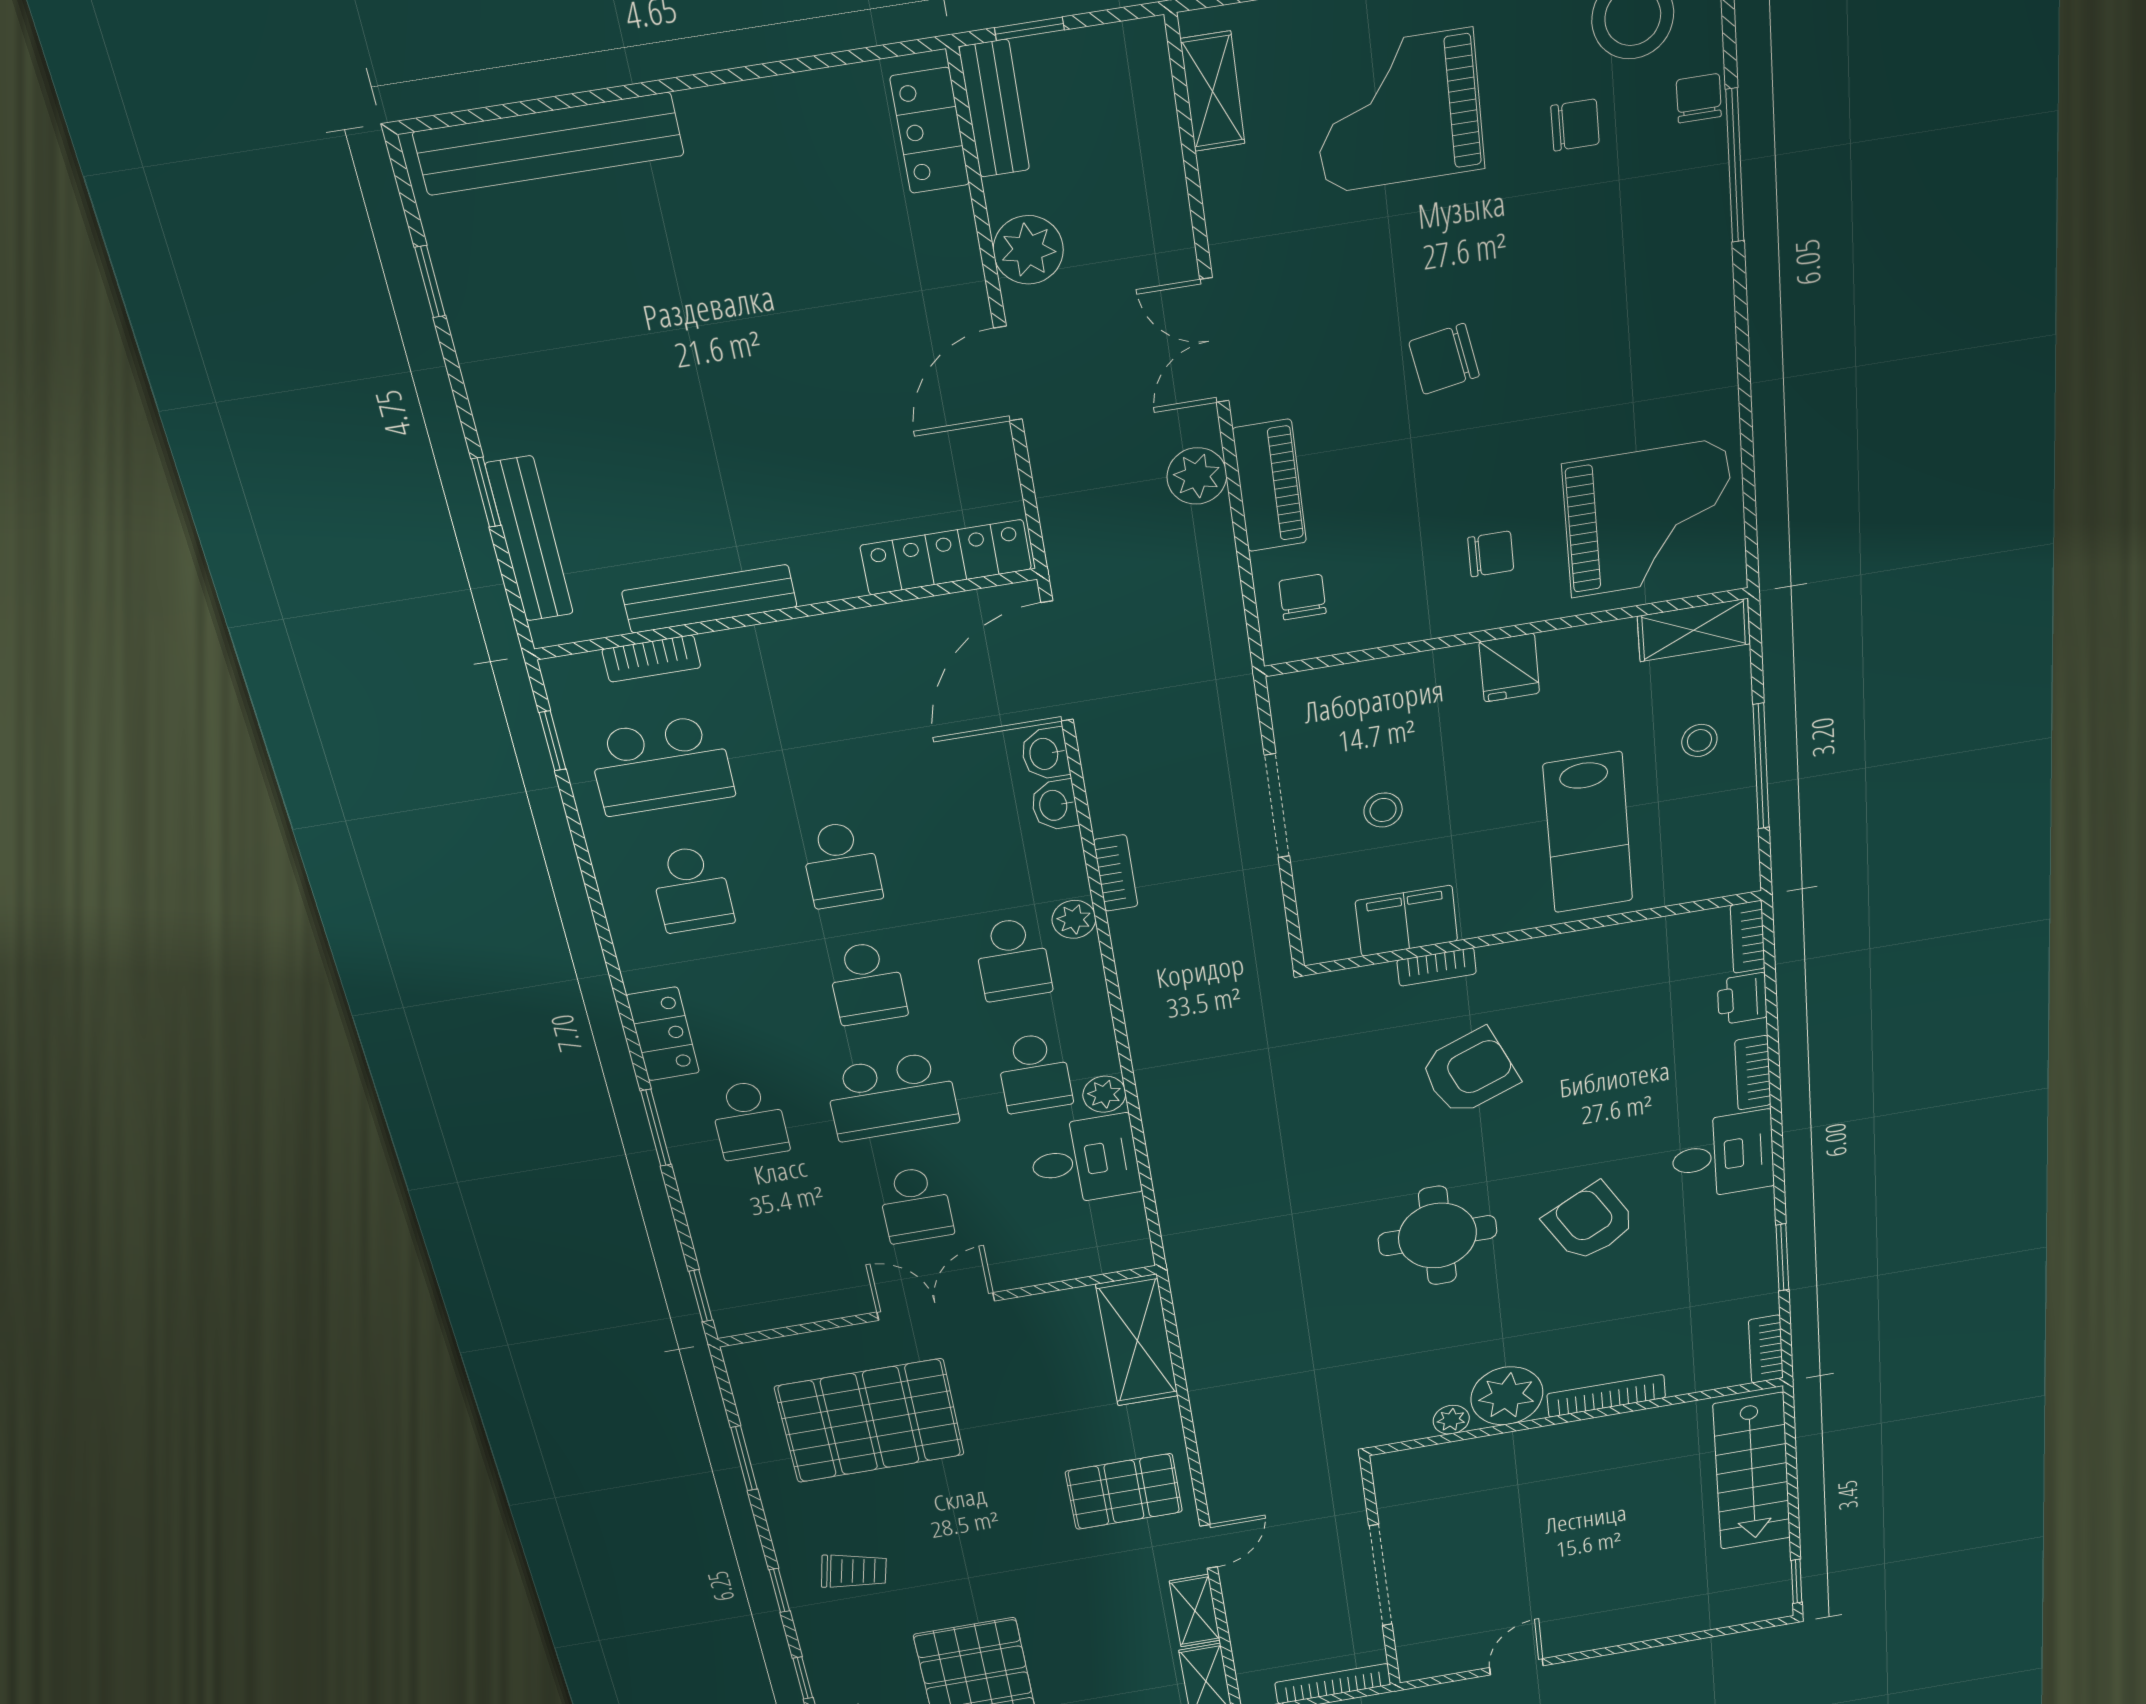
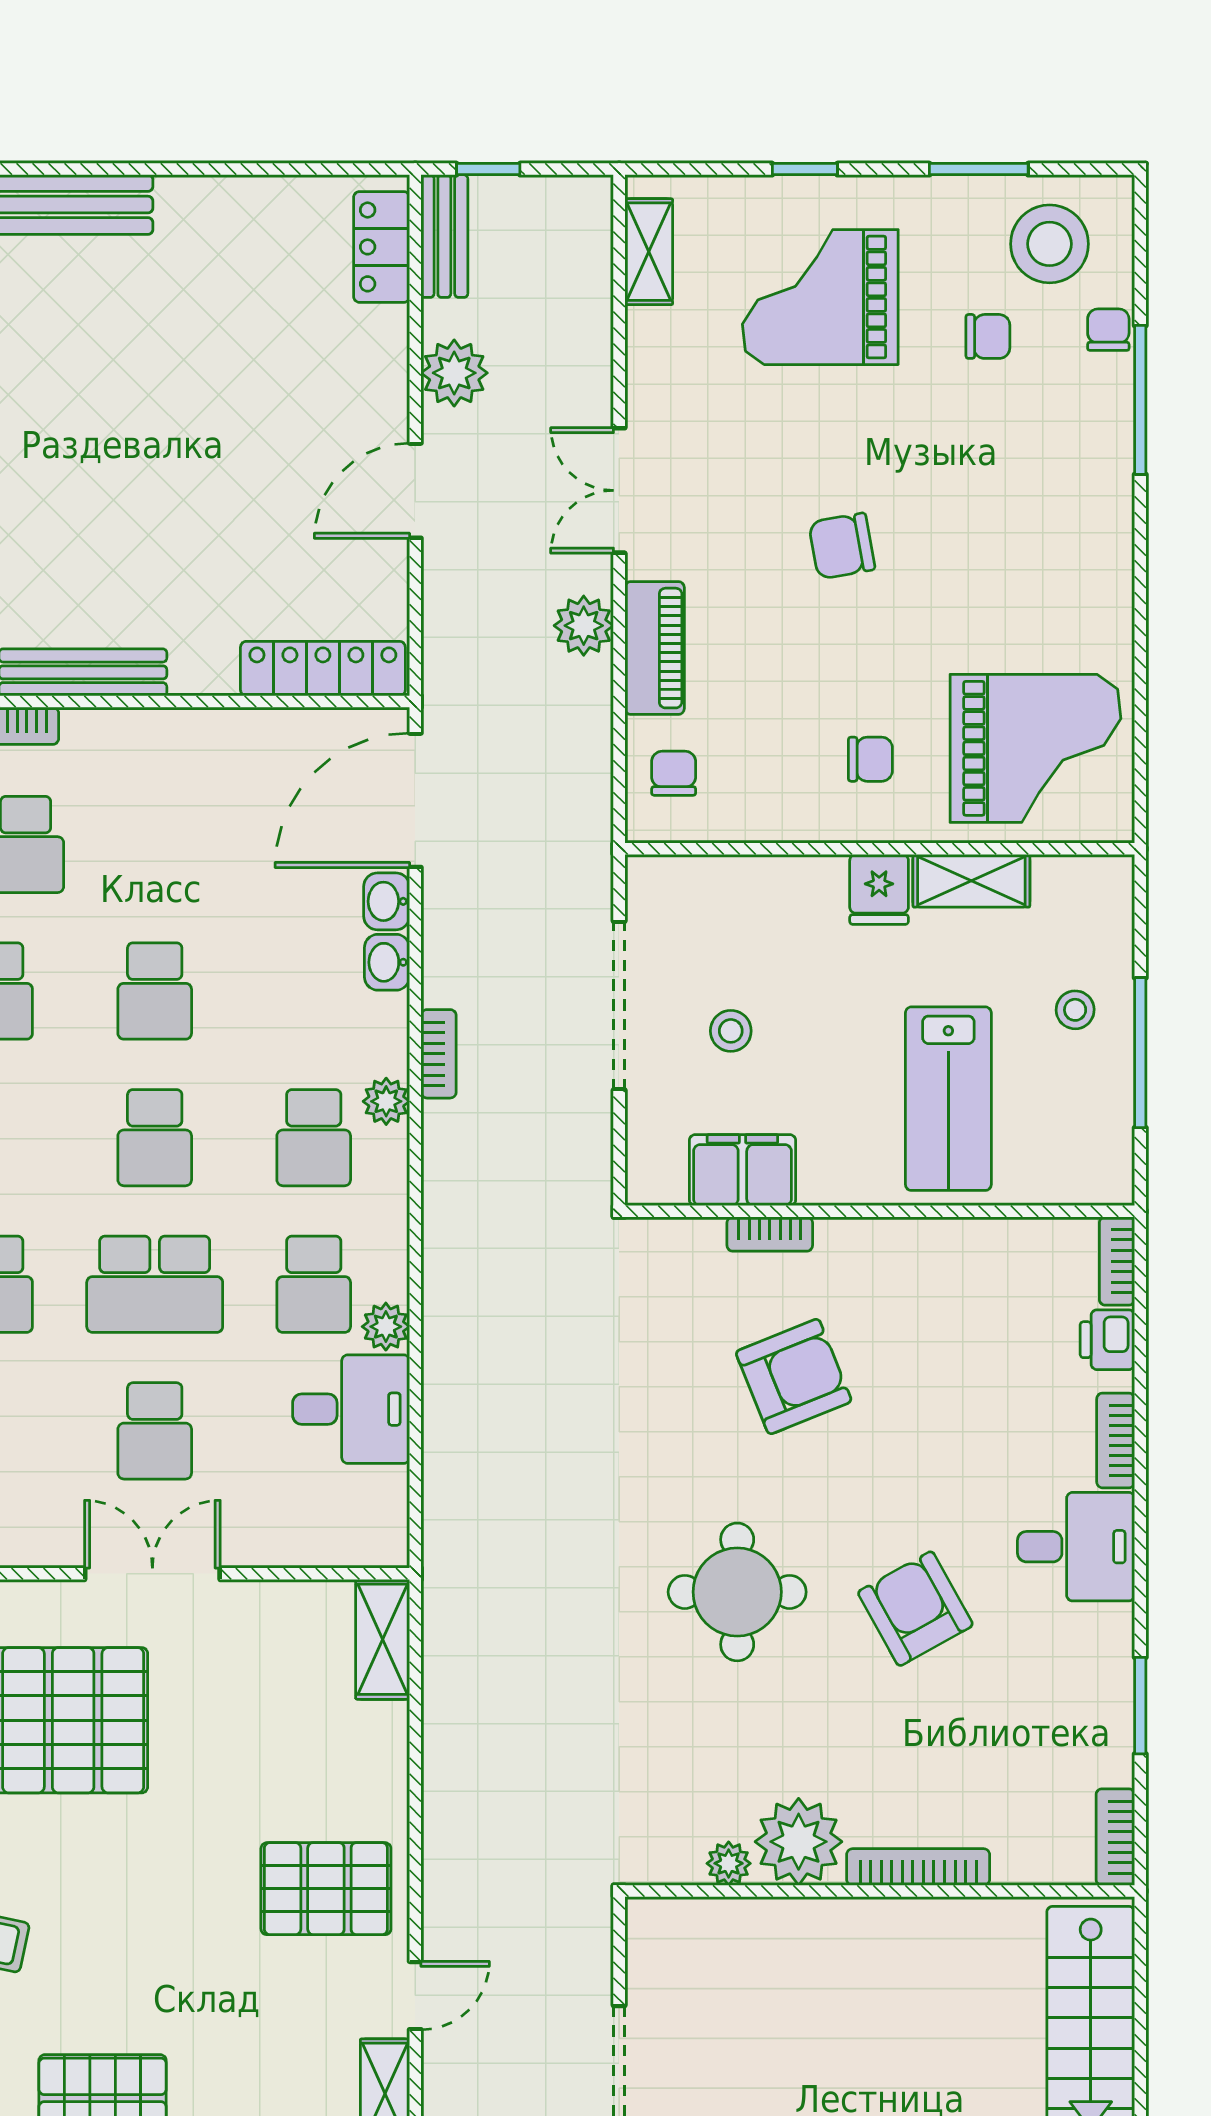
shelving: (1694, 630) -> (971, 881), moved
doorway: (1277, 806) -> (619, 1006), width x1.36
shelving: (1137, 1341) -> (383, 1639), width x0.67, depth x0.75

